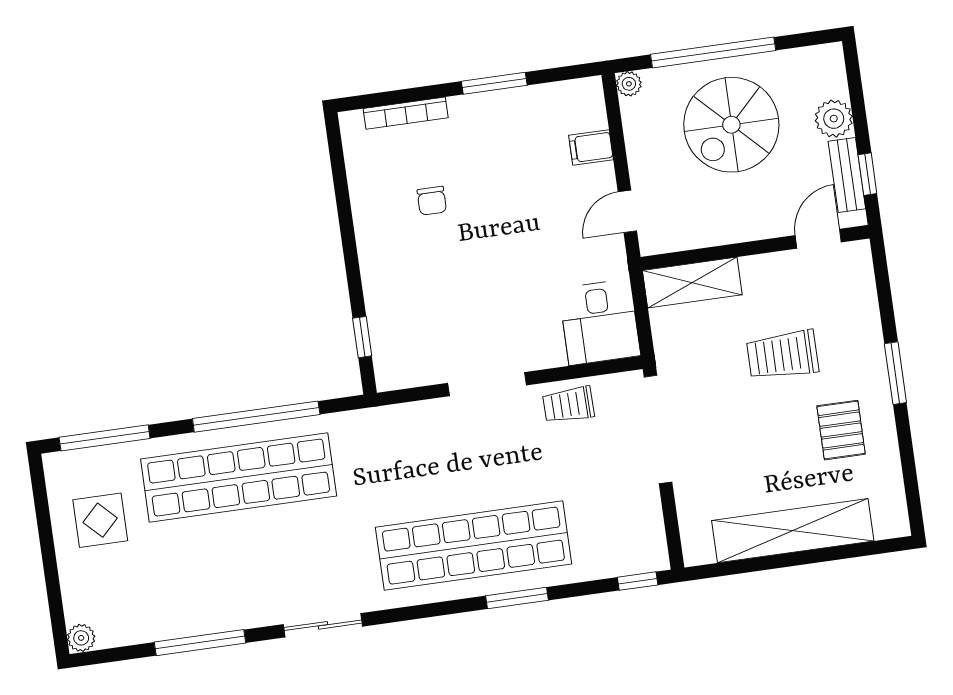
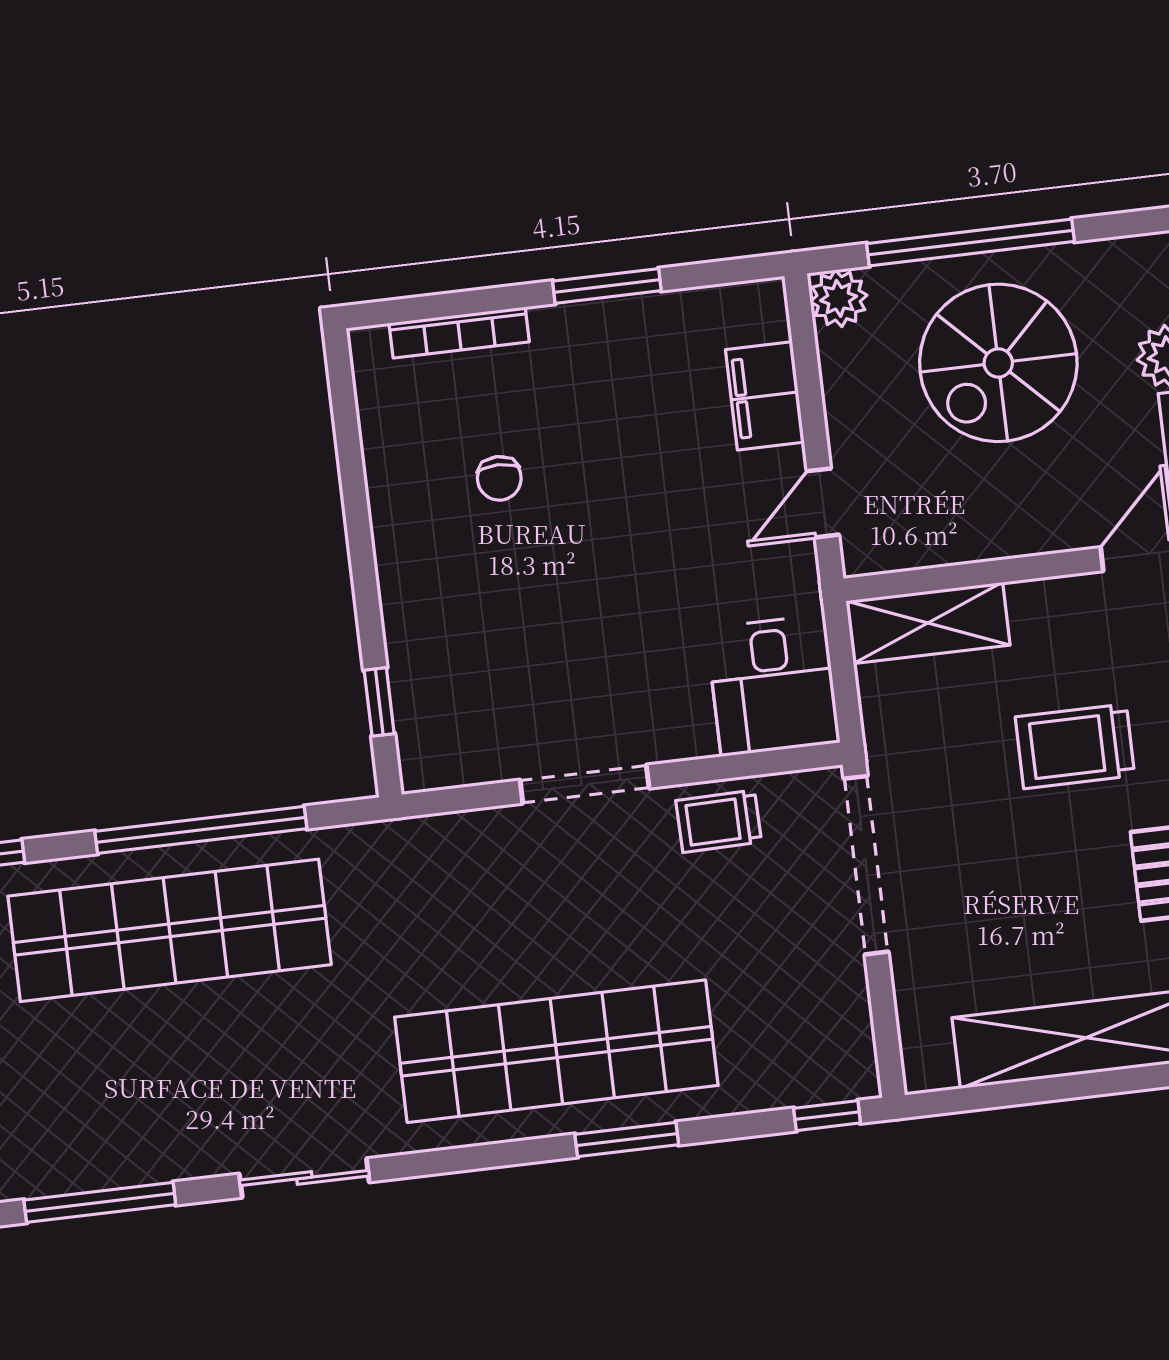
plant: (629, 84) -> (839, 298), width x1.38, depth x1.38
filing cabinet: (591, 148) -> (765, 396), width x2.00

